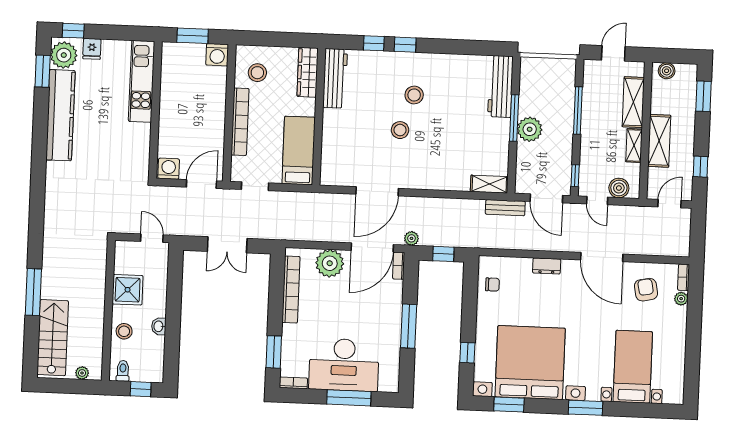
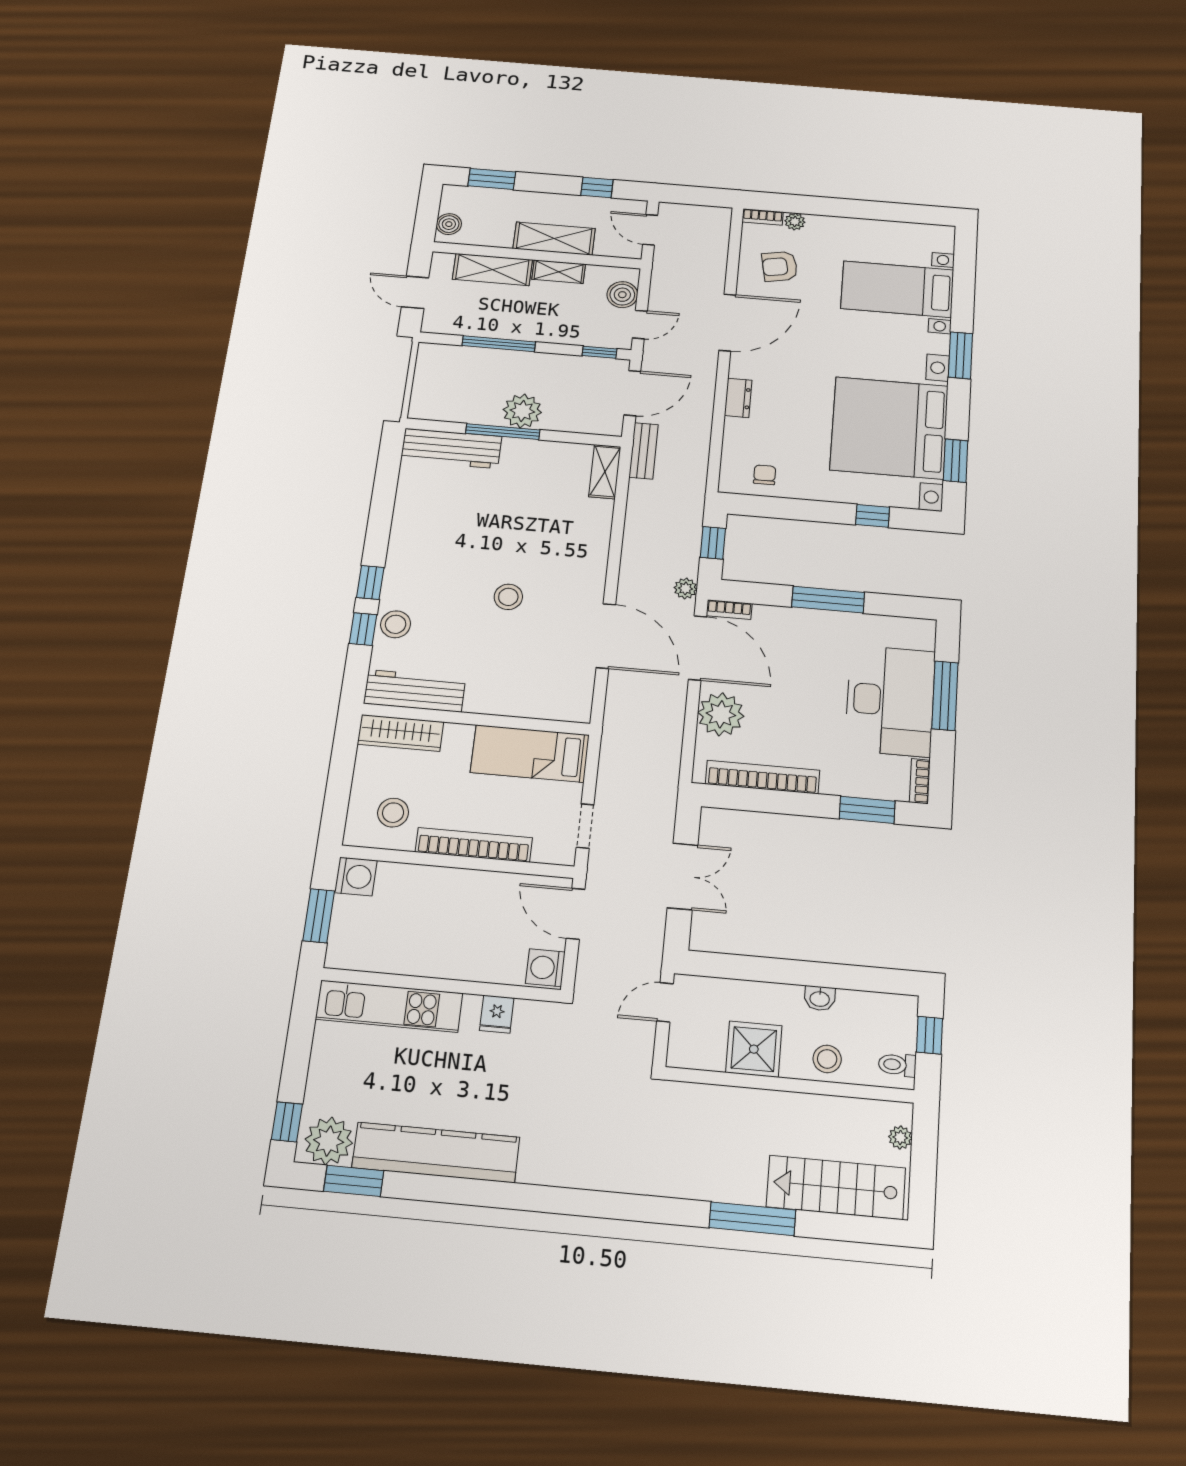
fridge: (92, 49) -> (497, 1014), moved, turned 90
stool: (414, 95) -> (396, 624), moved

